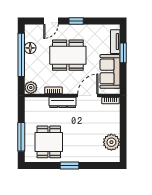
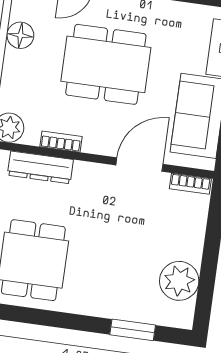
dresser: (63, 102) -> (40, 167), moved
window: (69, 166) -> (133, 330), moved

